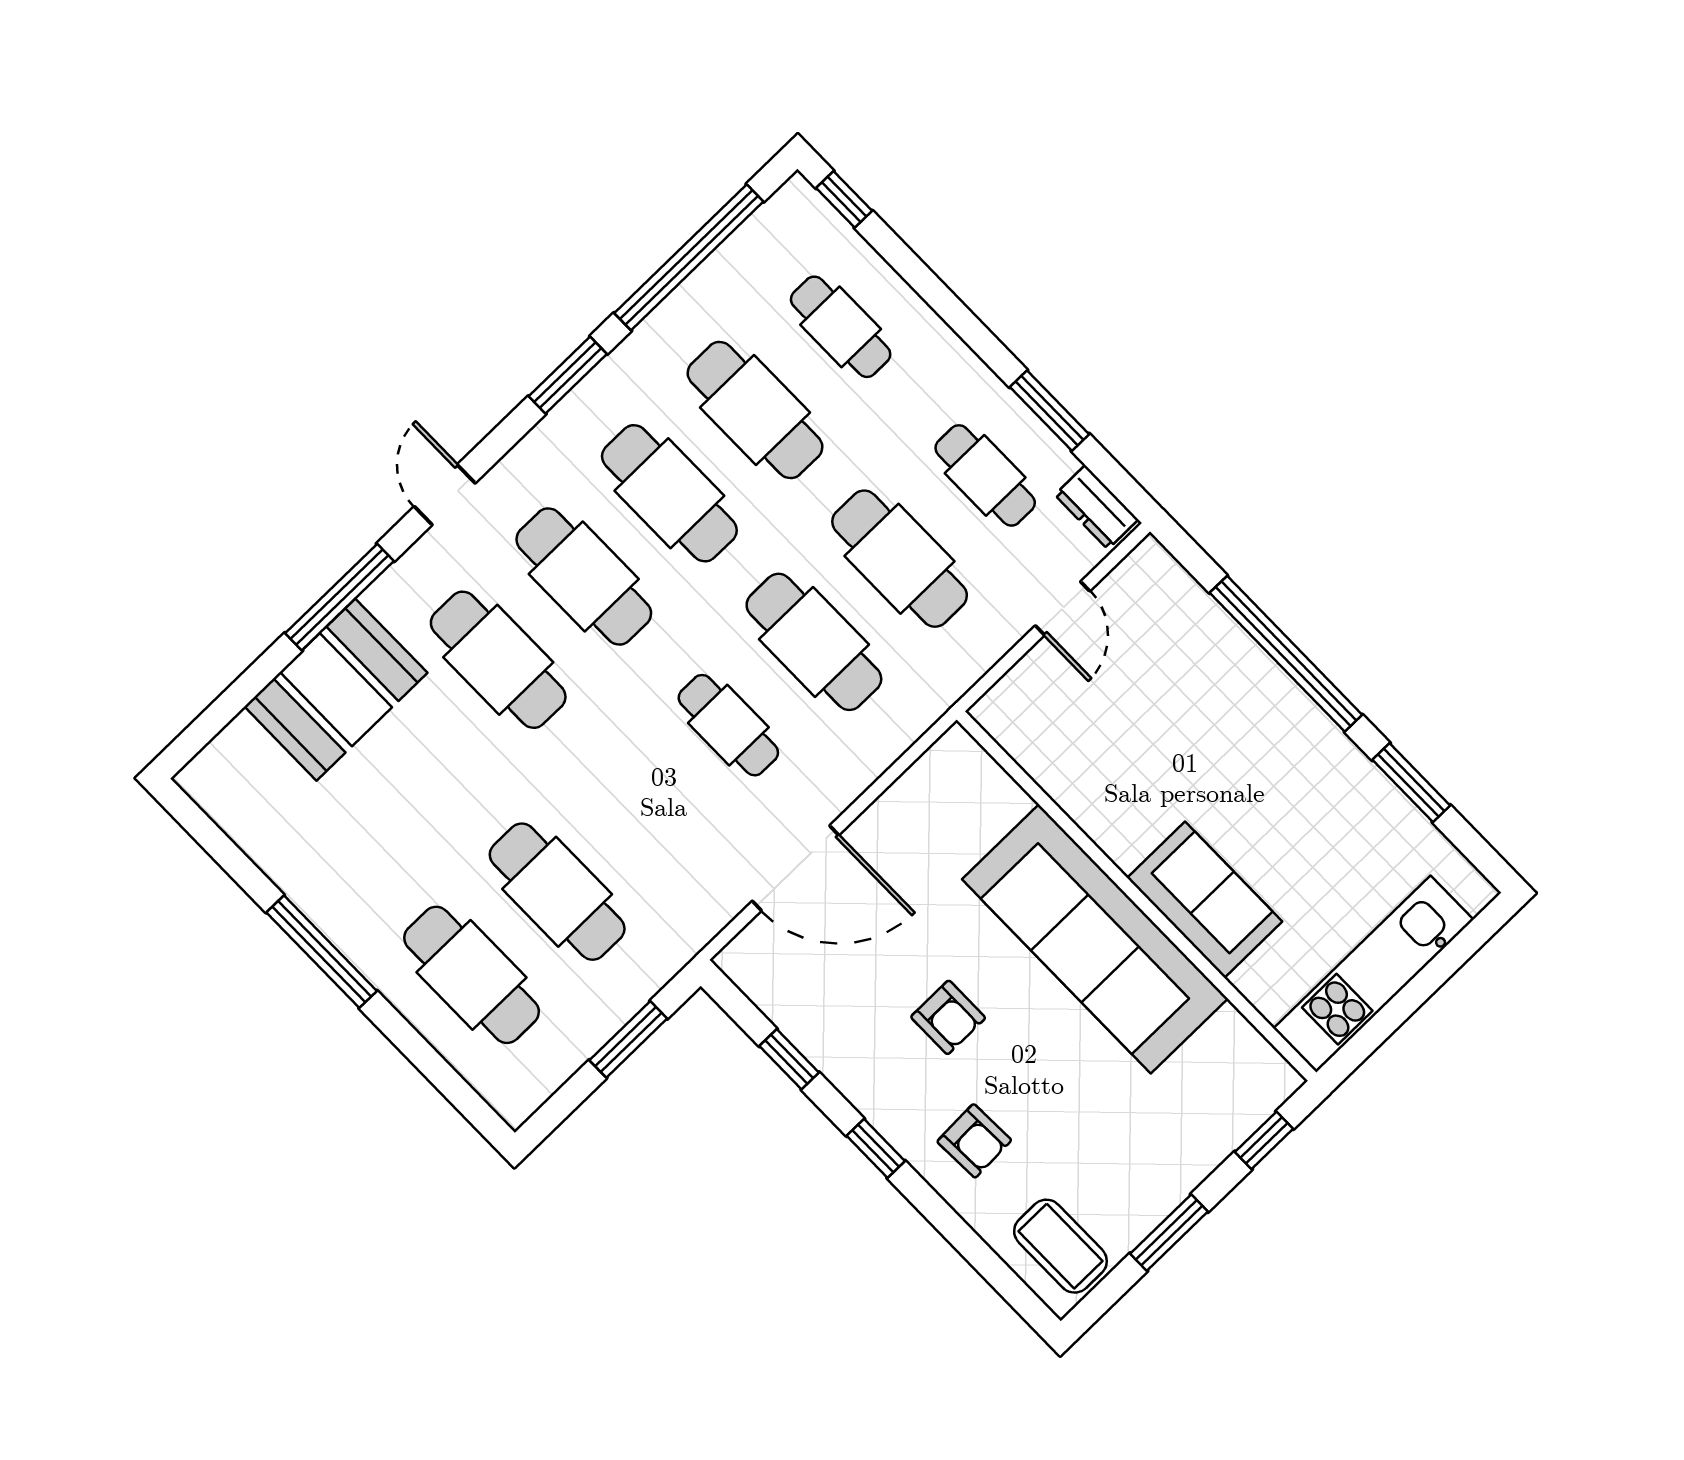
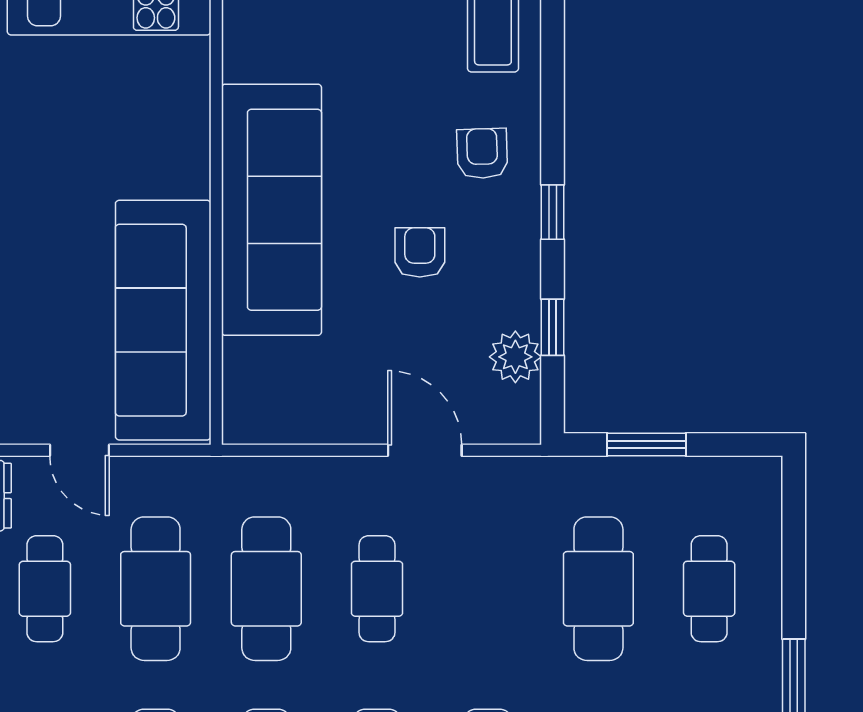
door: (1063, 608) -> (79, 450), swing flipped
door: (795, 868) -> (425, 450), width x0.73
sofa: (1205, 900) -> (163, 320), moved, width x1.85, depth x1.27
cafe table: (472, 975) -> (709, 589), width x0.73, depth x0.74
plant: (796, 1009) -> (515, 357), added

